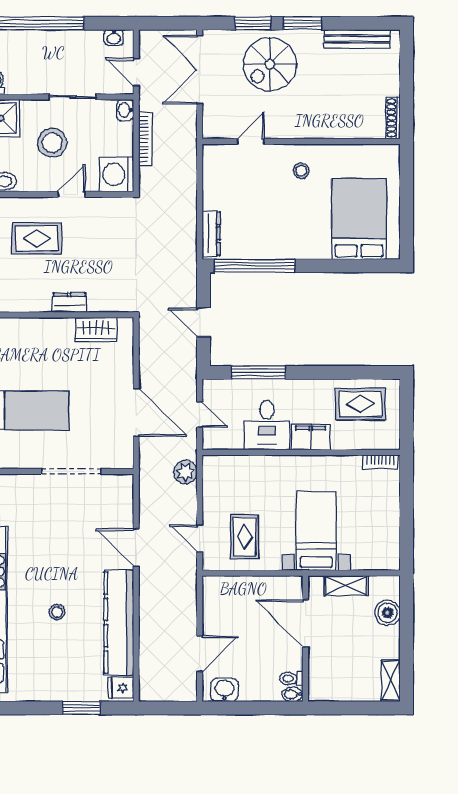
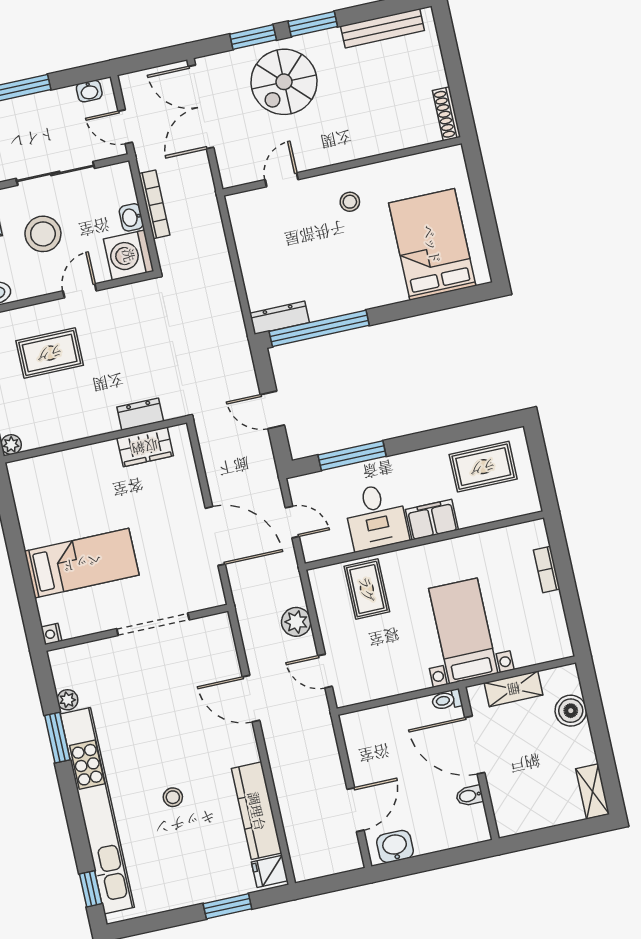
sliding door: (73, 97) -> (55, 173), width x1.37
washbasin: (125, 110) -> (131, 217), moved
dresser: (211, 234) -> (279, 318), moved, turned -90
dresser: (69, 303) -> (140, 414), moved
bookcase: (380, 462) -> (547, 569), moved, turned 90
plant: (185, 472) -> (296, 622), moved
rug: (245, 537) -> (367, 589), moved
kitchen counter: (119, 623) -> (257, 811), width x0.72, depth x0.86
toilet: (291, 678) -> (447, 700), moved
bidet: (292, 694) -> (469, 796), moved

